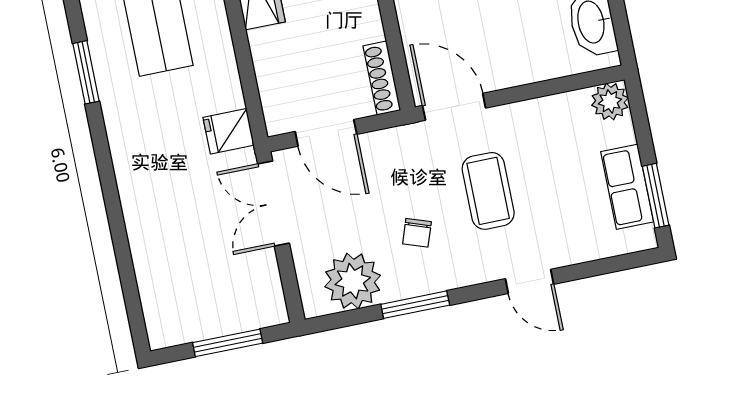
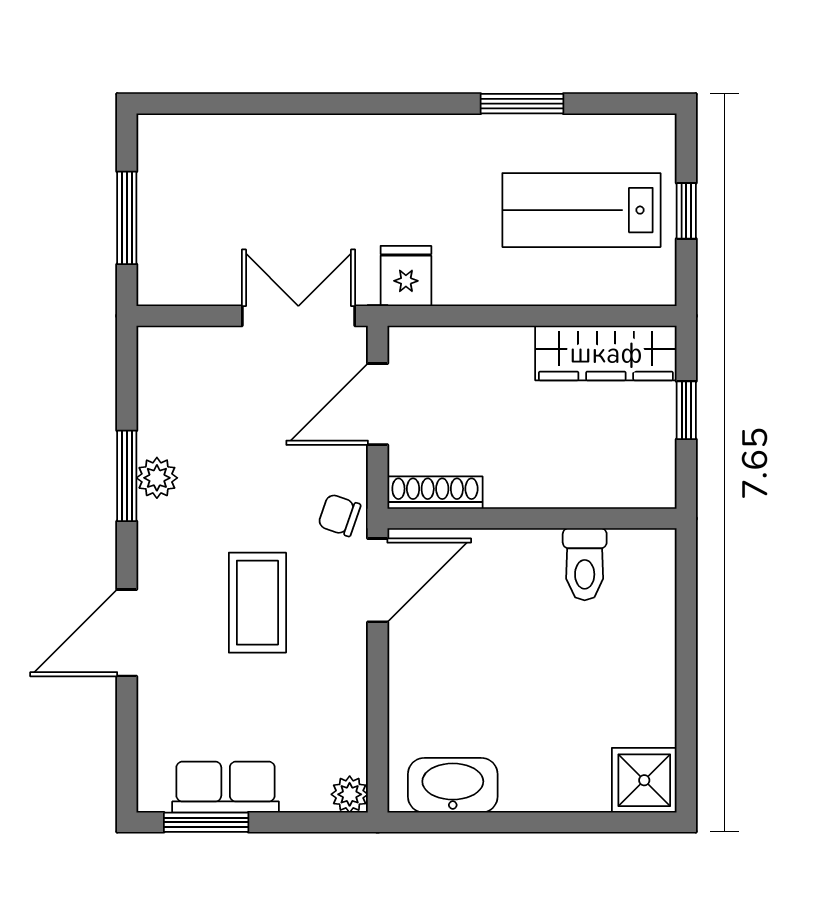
plant: (610, 102) -> (350, 794), width x0.73, depth x0.73
coffee table: (488, 191) -> (257, 603), turned 90
chair: (417, 233) -> (339, 515), moved
plant: (353, 281) -> (157, 478), moved, width x0.53, depth x0.53
door: (529, 281) -> (127, 633), width x1.38

